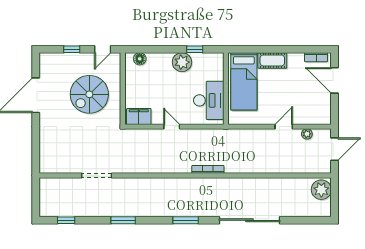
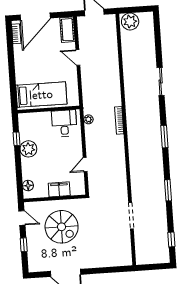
cot: (272, 60) -> (67, 30), moved
door: (335, 80) -> (35, 16), width x1.36
desk: (209, 100) -> (64, 123), width x0.73
filing cabinet: (139, 116) -> (59, 189), moved, turned 90
door: (172, 127) -> (85, 165), moved
plant: (307, 134) -> (88, 119), moved
sliding door: (250, 220) -> (161, 82), width x0.54

